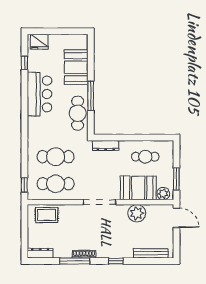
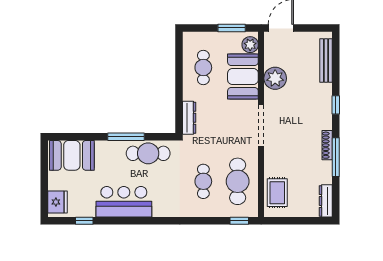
booth: (76, 67) -> (72, 155), moved
cafe table: (56, 157) -> (203, 181), width x0.73, depth x0.74

